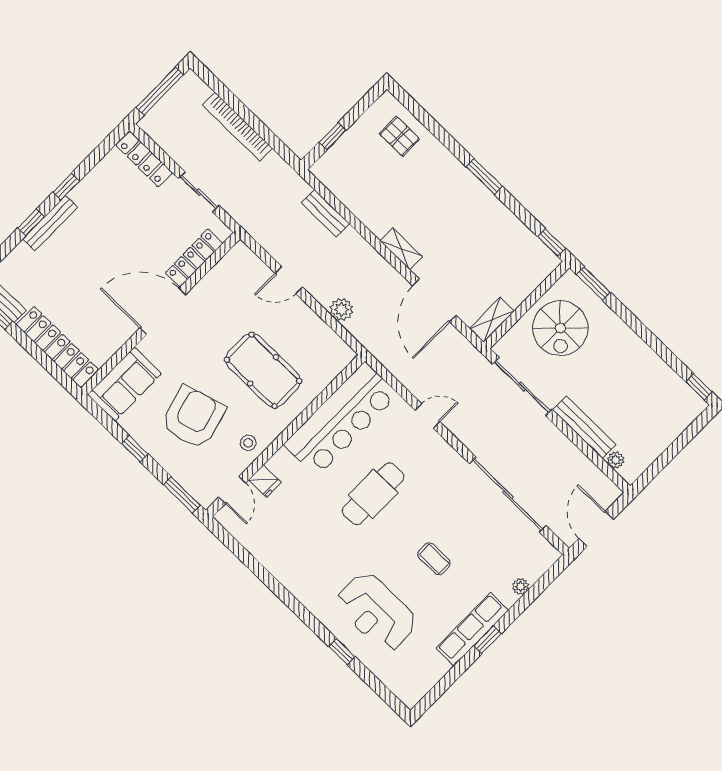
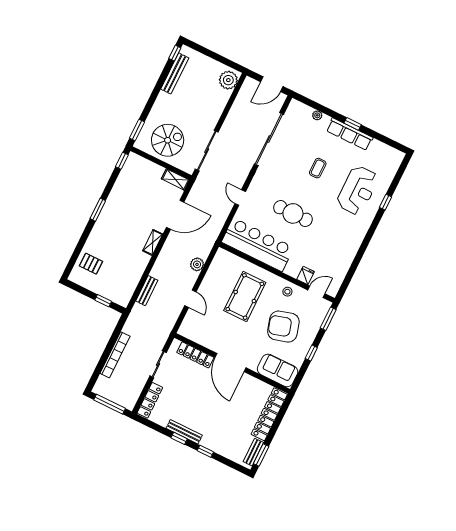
pallet: (400, 136) -> (91, 264), turned 90
bench: (50, 223) -> (184, 432), moved
bench: (584, 427) -> (175, 73), moved
plant: (616, 460) -> (228, 80), width x1.88, depth x1.88

